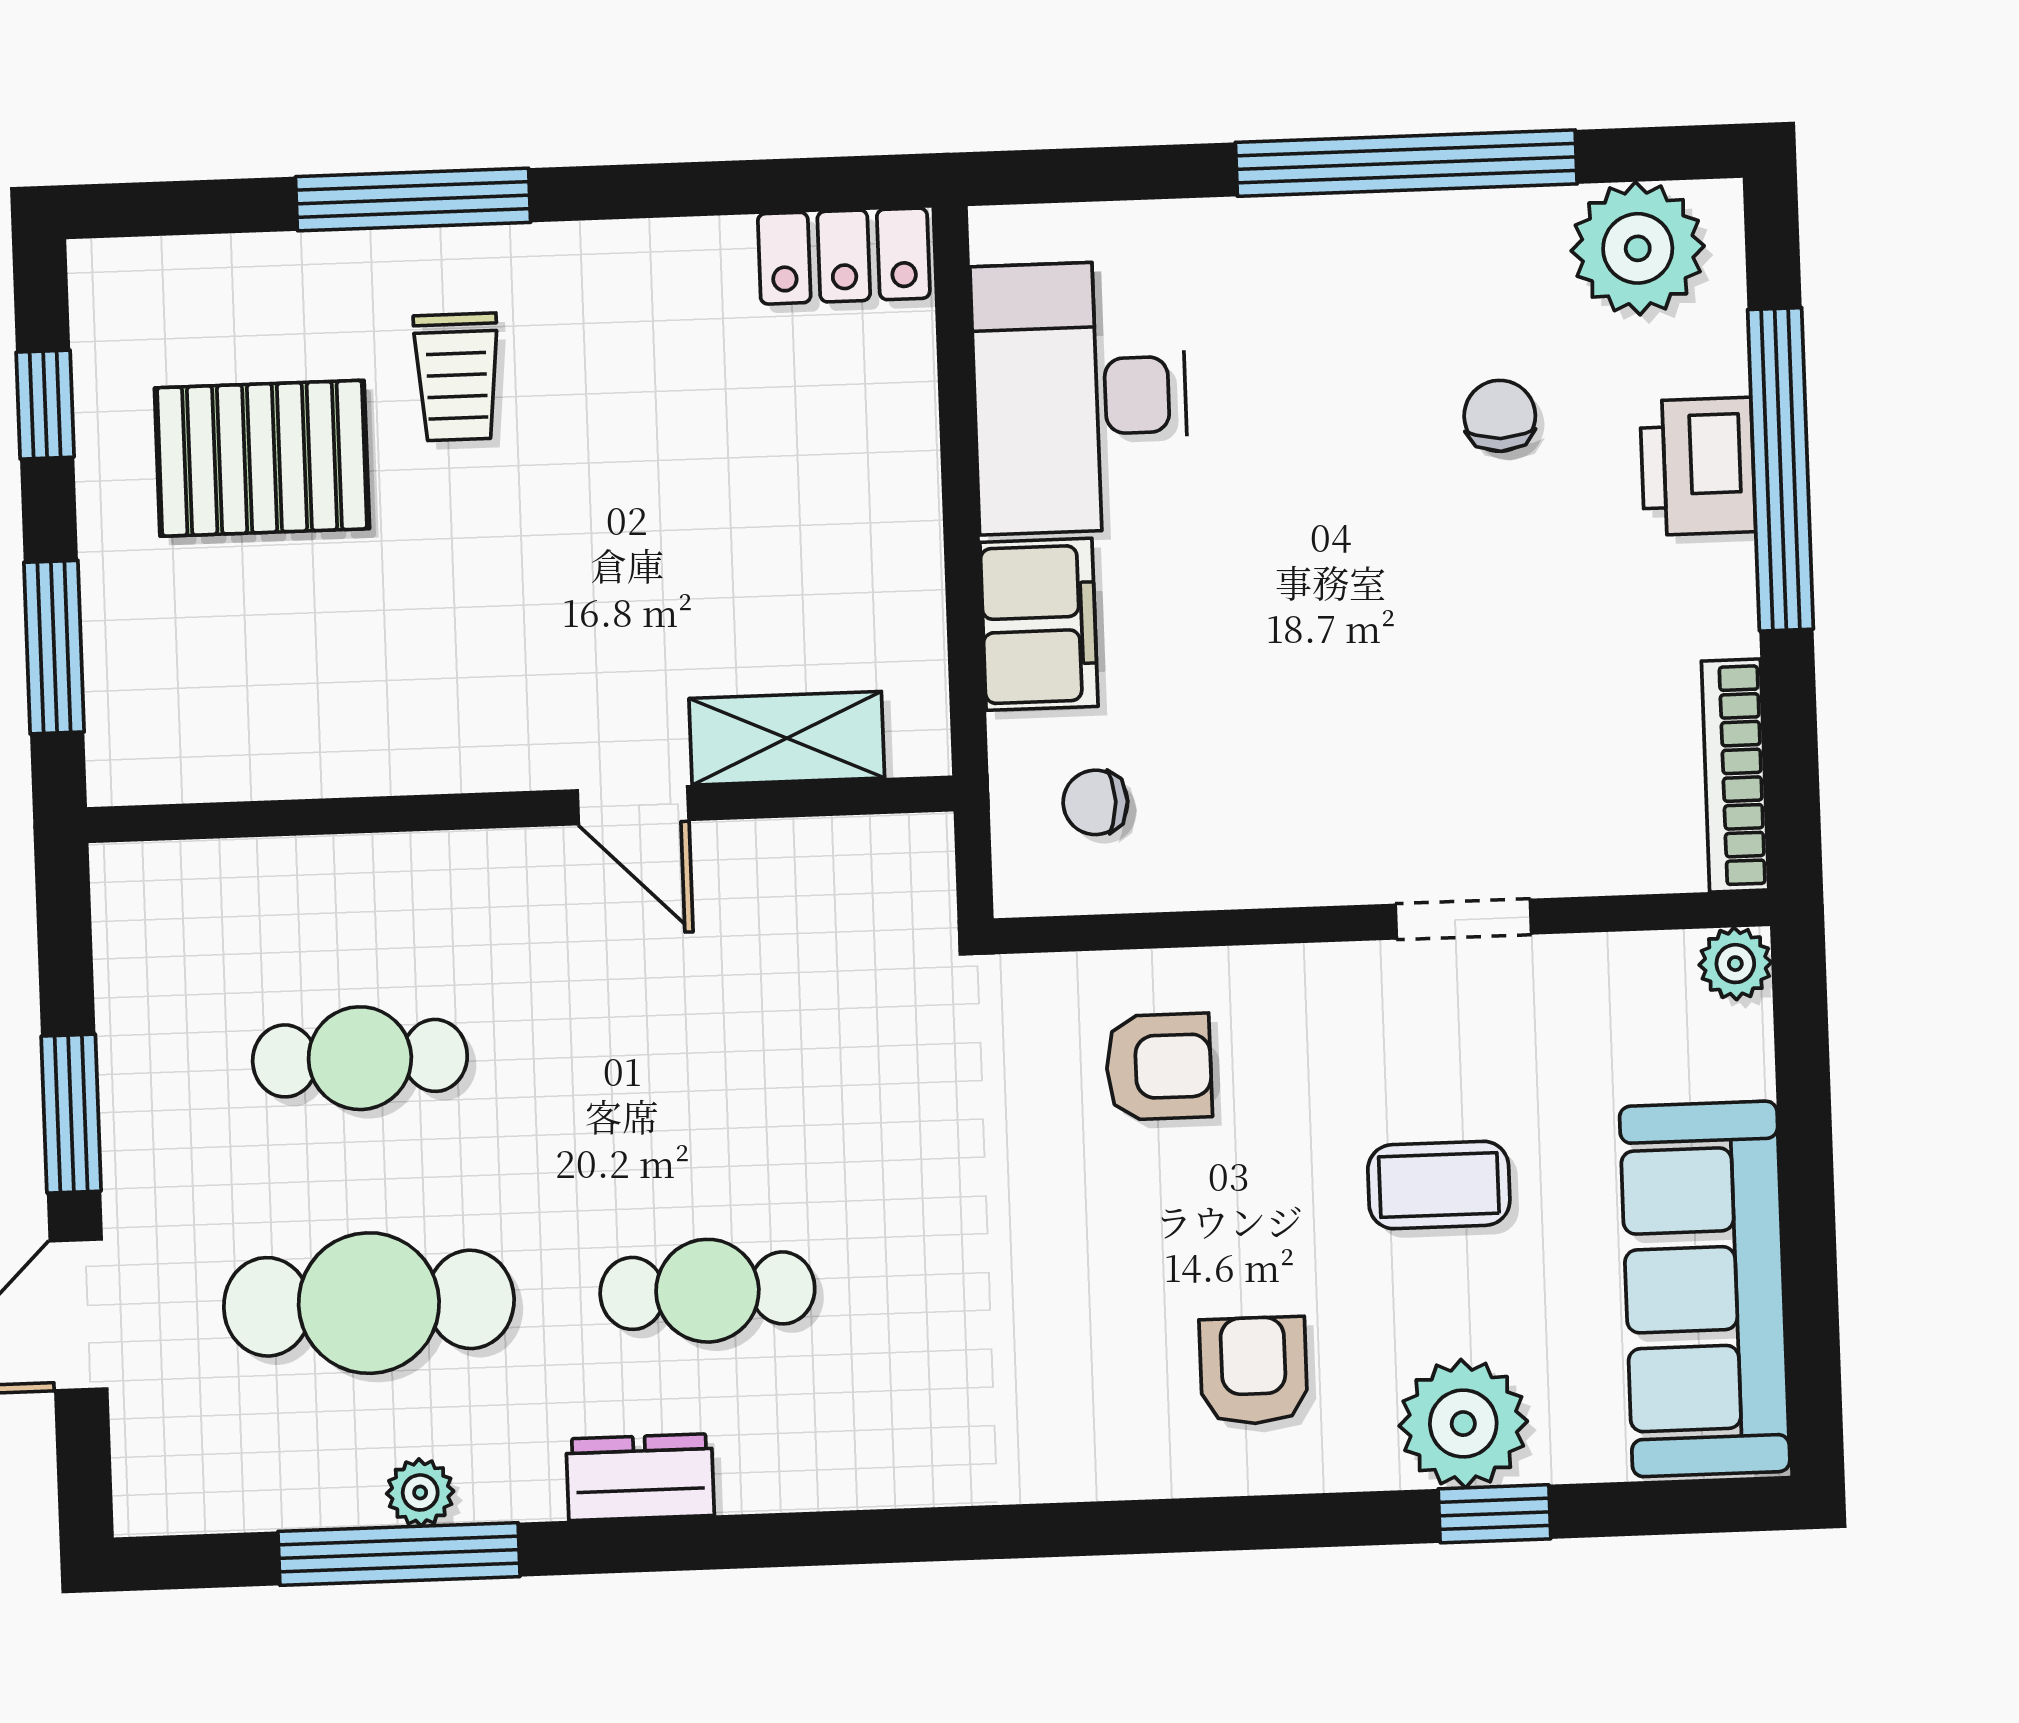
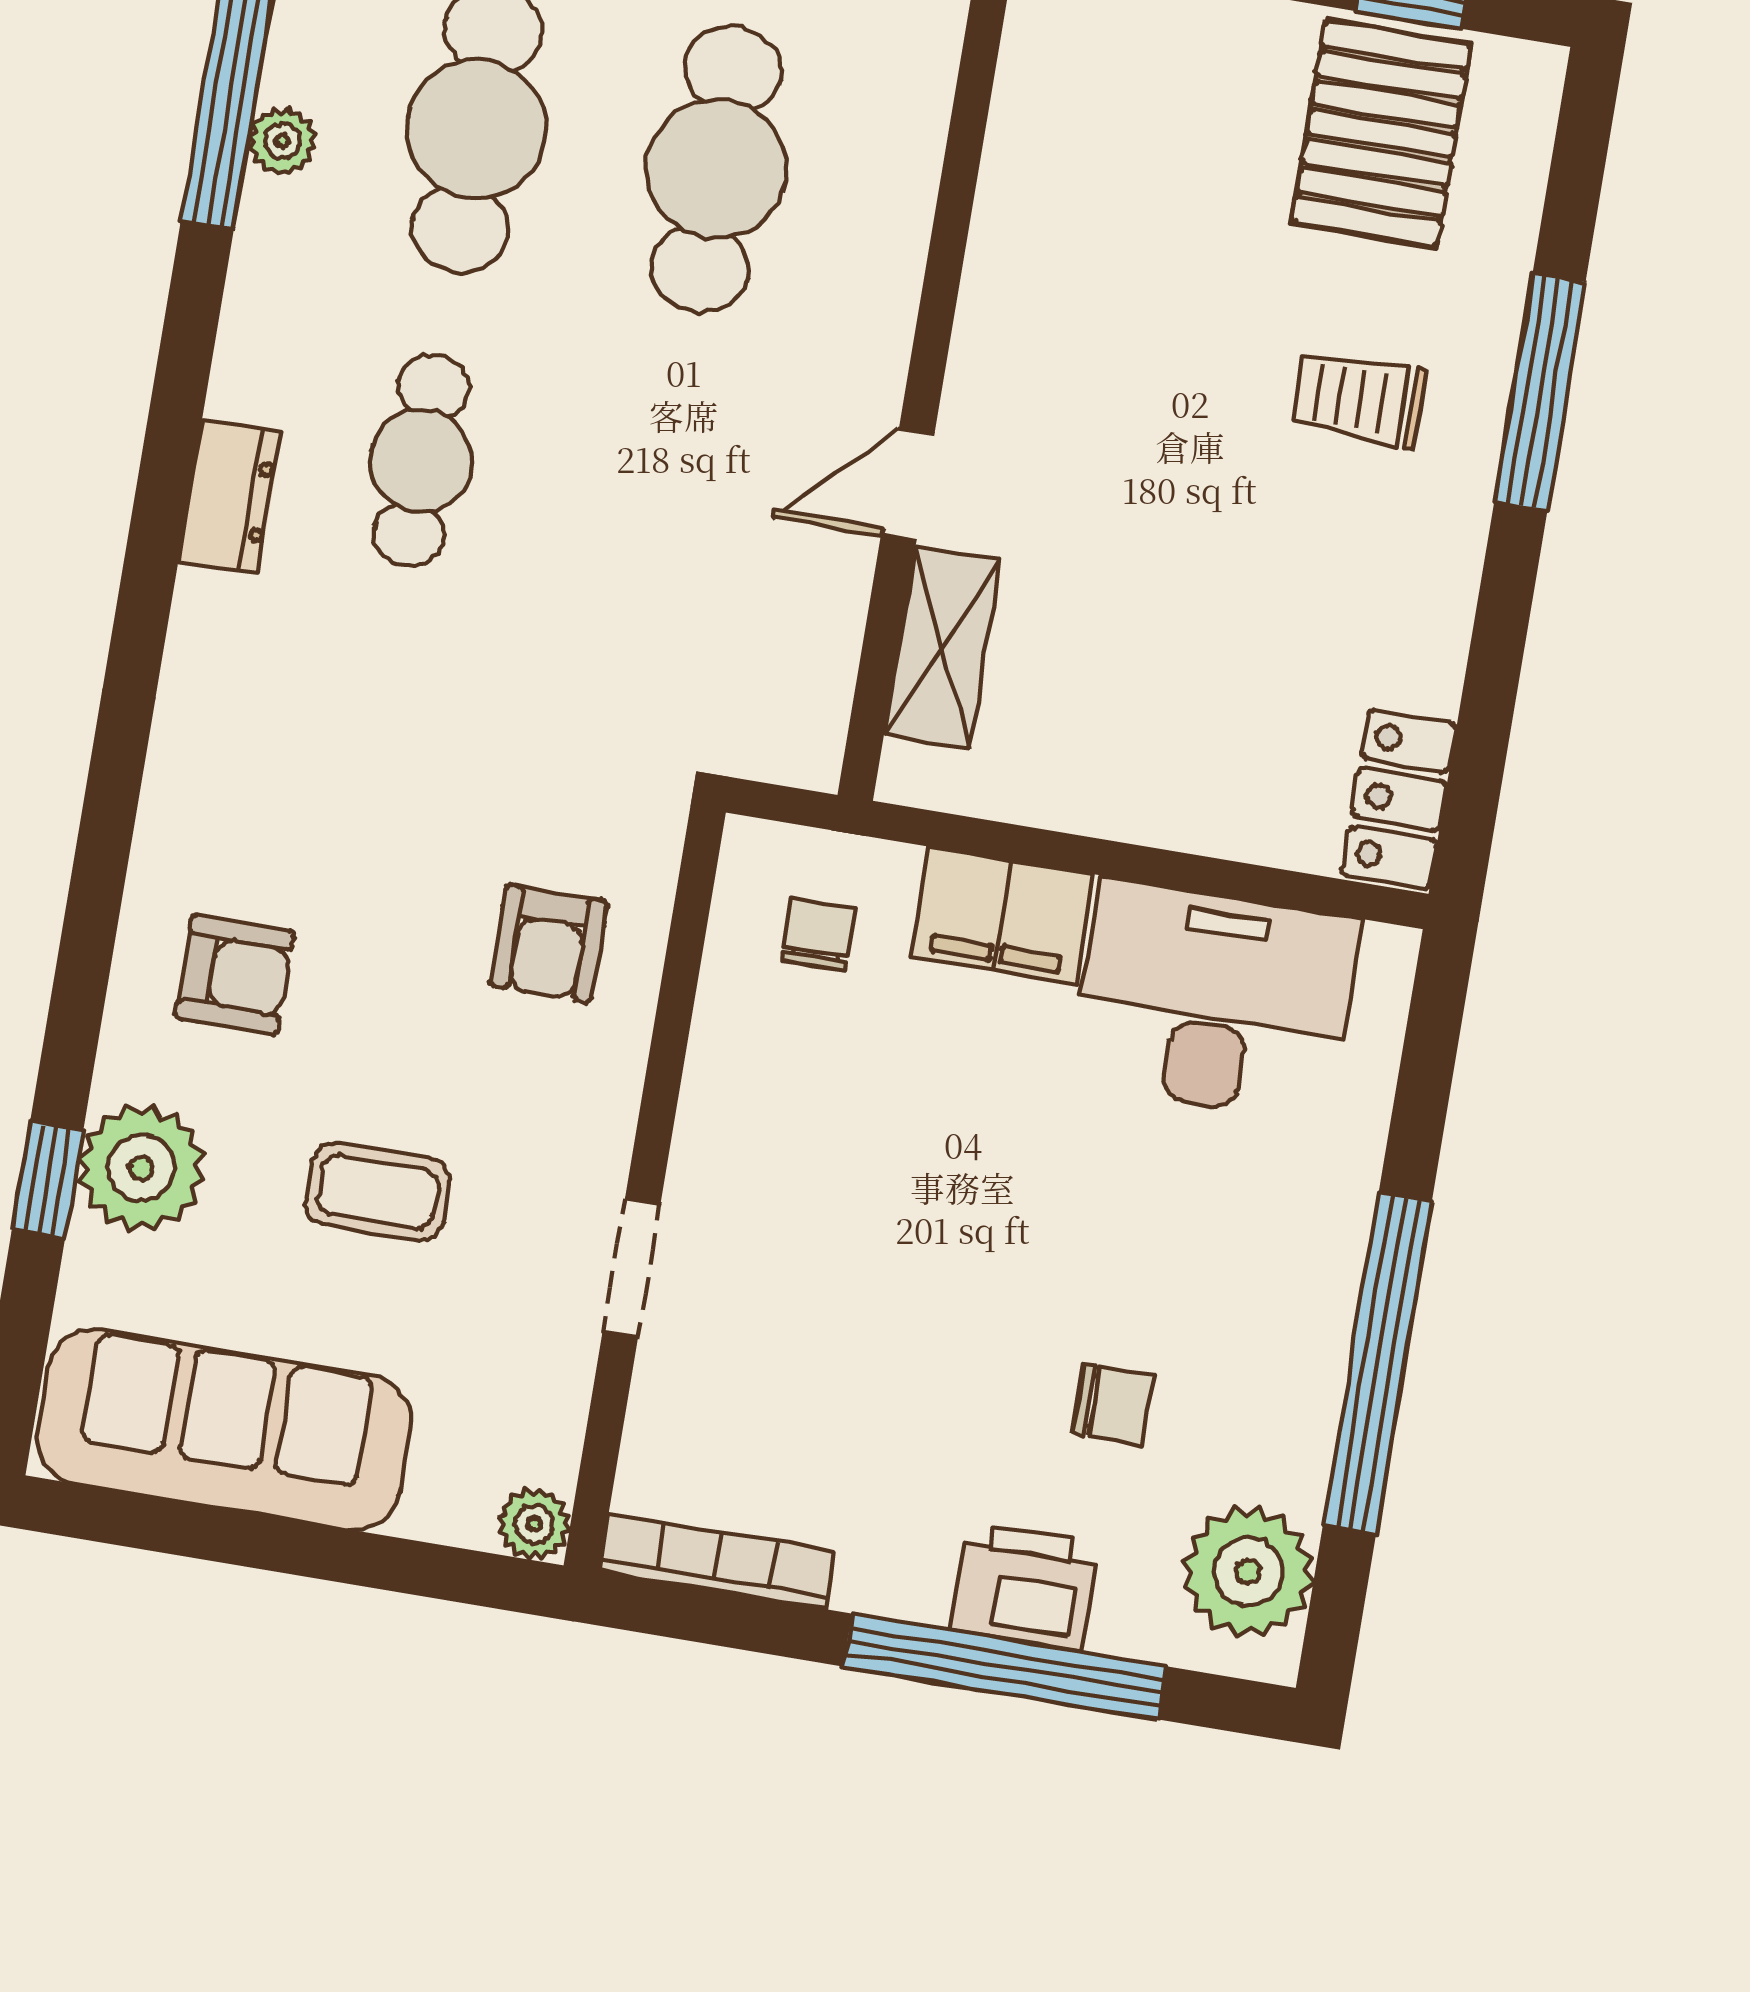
pallet: (262, 458) -> (1381, 134), moved
cafe table: (360, 1058) -> (716, 169), width x1.37, depth x1.35
coffee table: (1439, 1185) -> (378, 1192), turned 90
dresser: (640, 1477) -> (230, 497), moved

